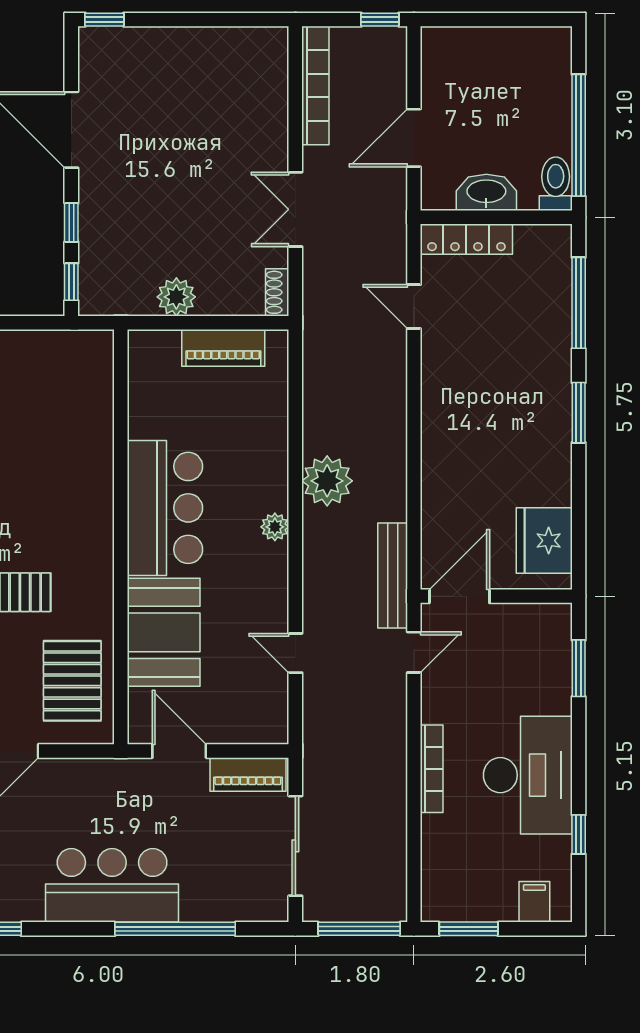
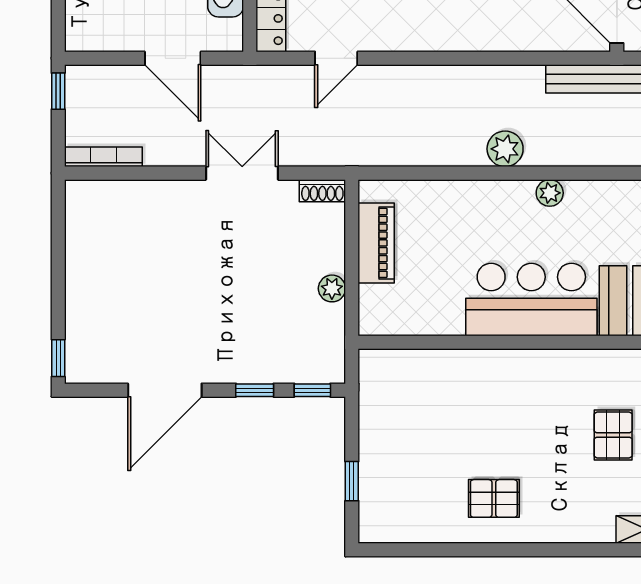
bookcase: (315, 86) -> (103, 157), width x0.68, depth x0.76
double door: (295, 209) -> (242, 173), swing flipped
plant: (176, 297) -> (332, 288), width x0.73, depth x0.73
plant: (327, 481) -> (505, 149), width x0.73, depth x0.73

